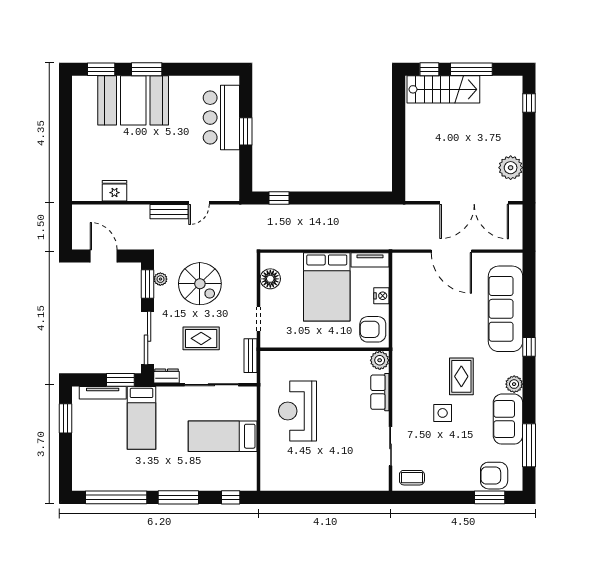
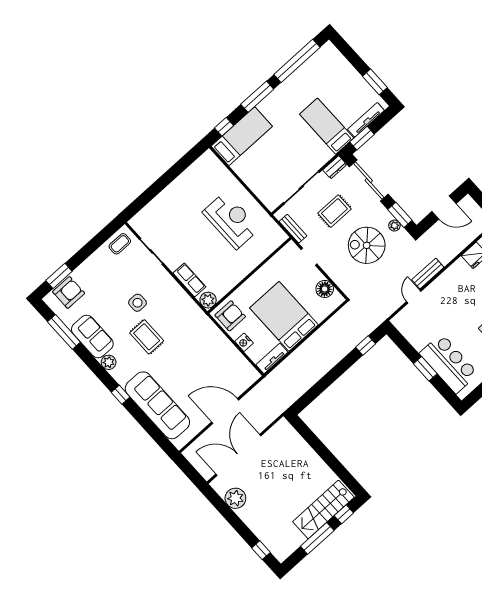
bed: (223, 436) -> (242, 136), moved

